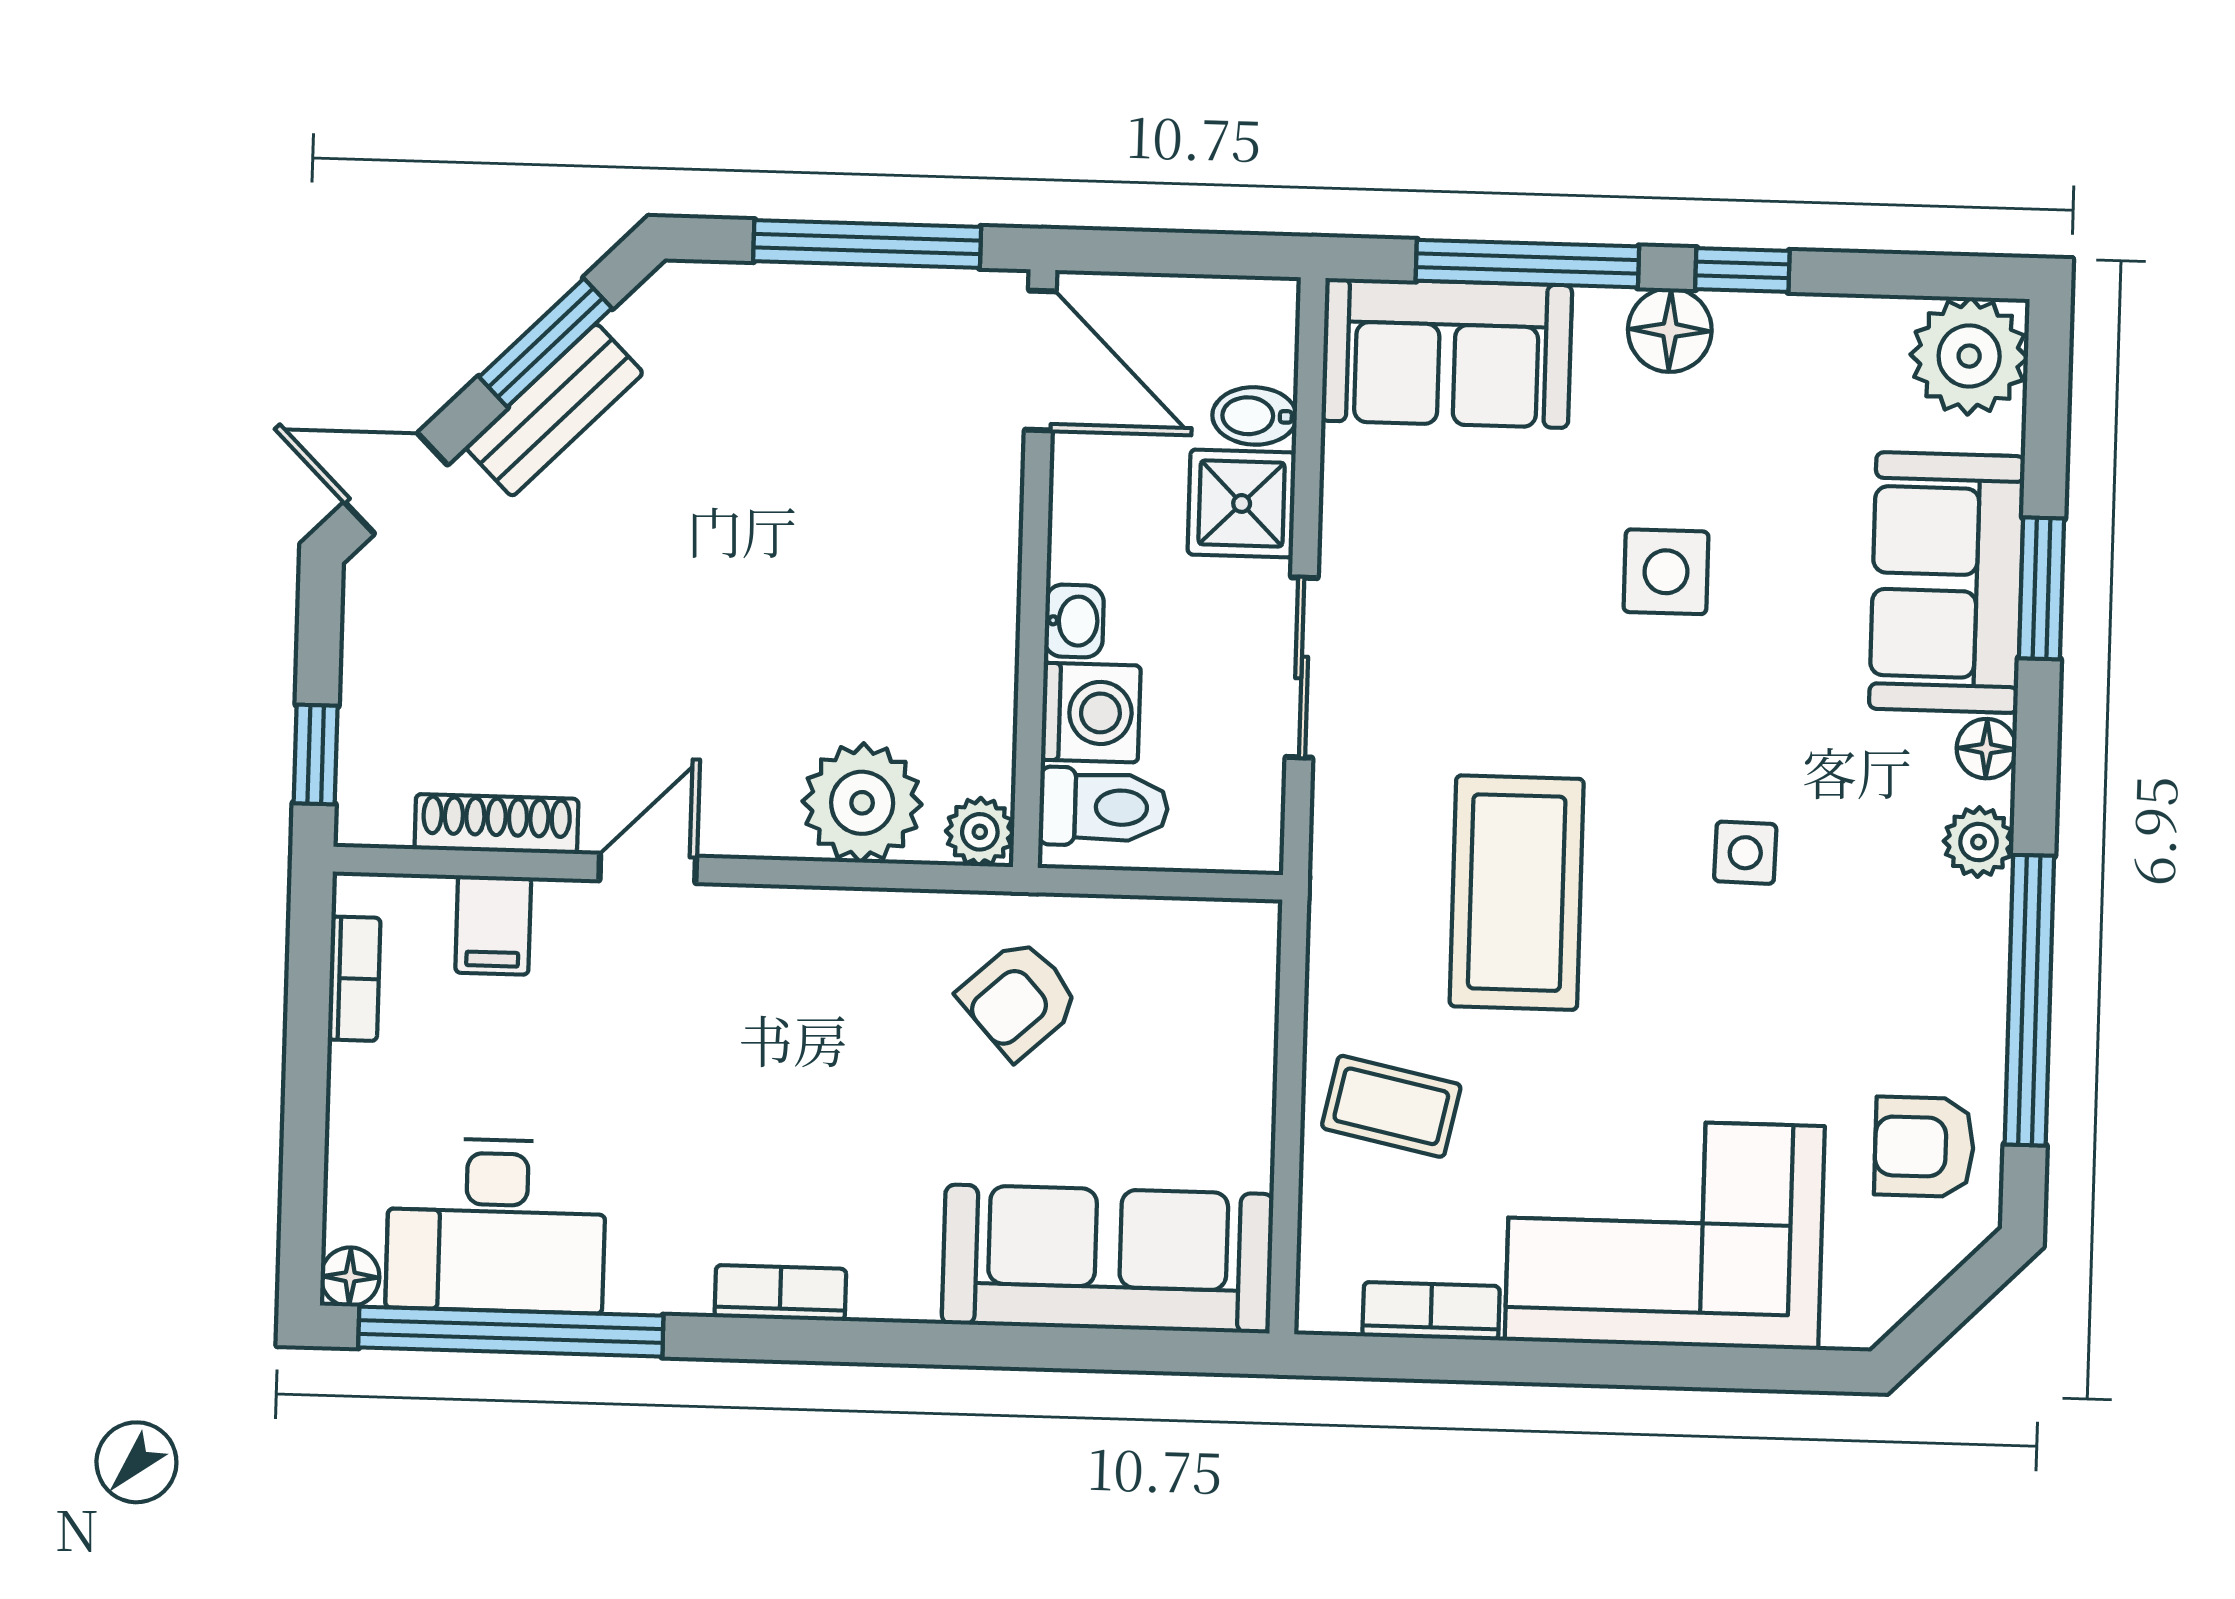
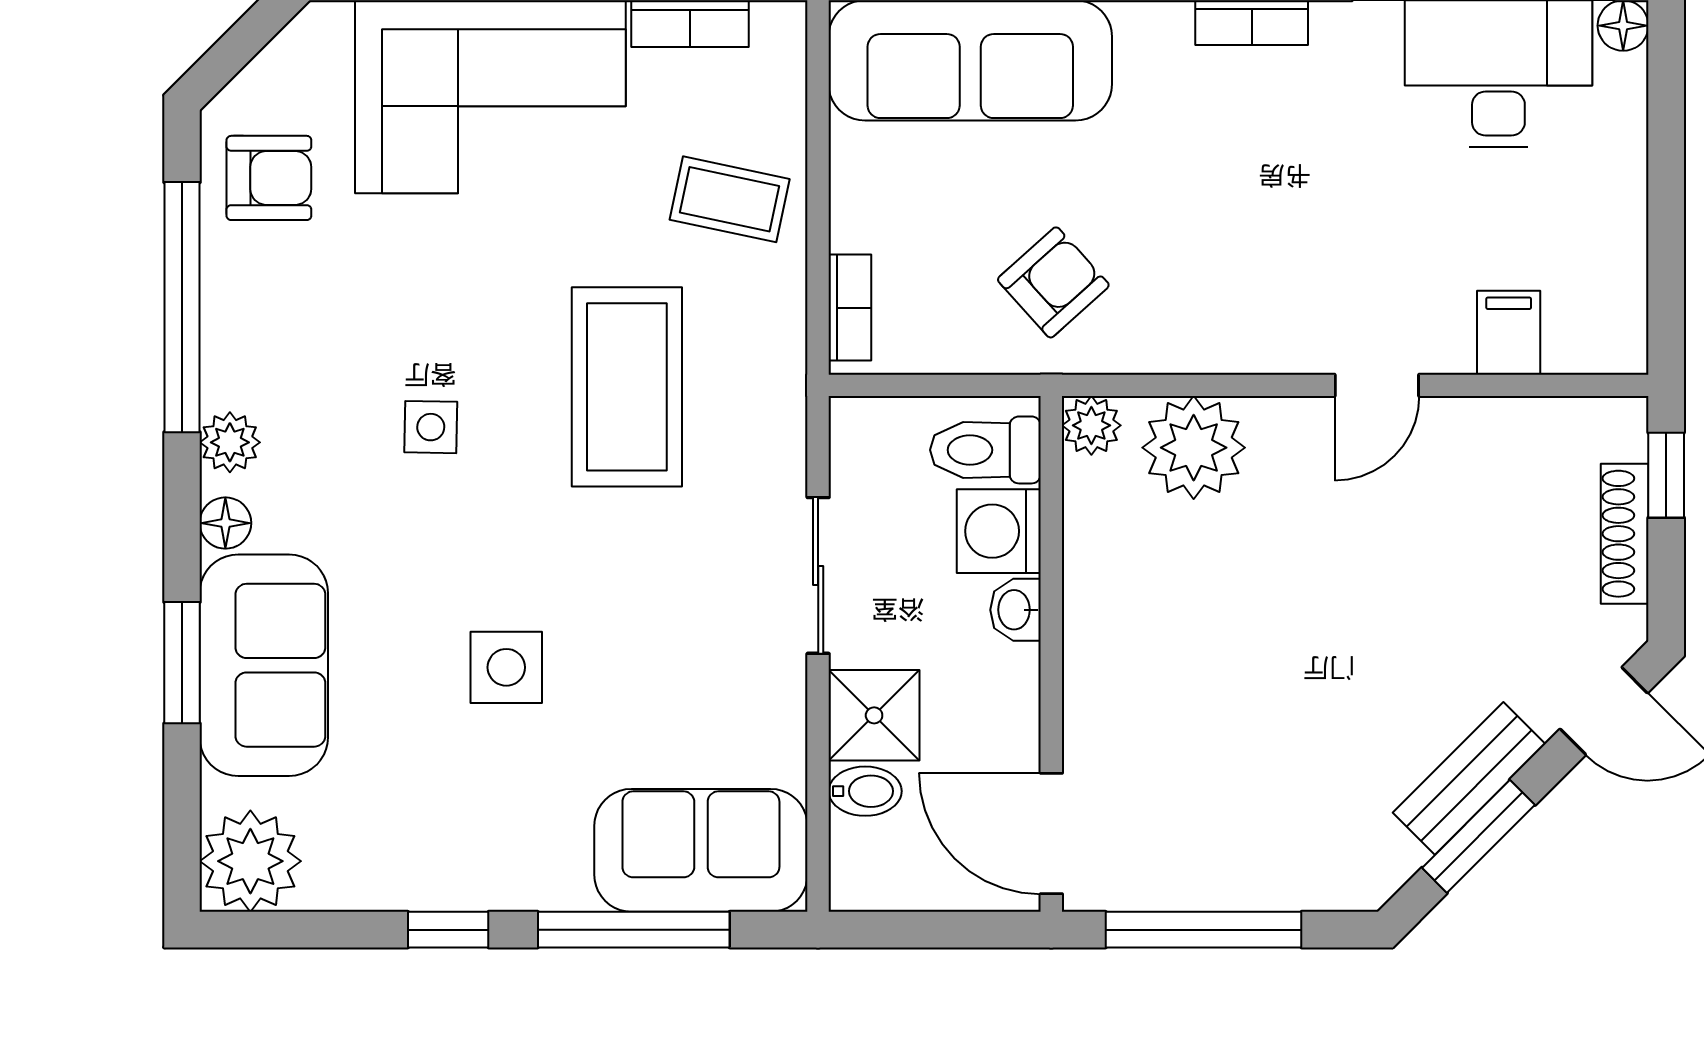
floor lamp: (1670, 330) -> (509, 876), removed
shoe rack: (496, 824) -> (1625, 534), moved, turned 90
bookcase: (354, 979) -> (850, 308), moved, turned 180

